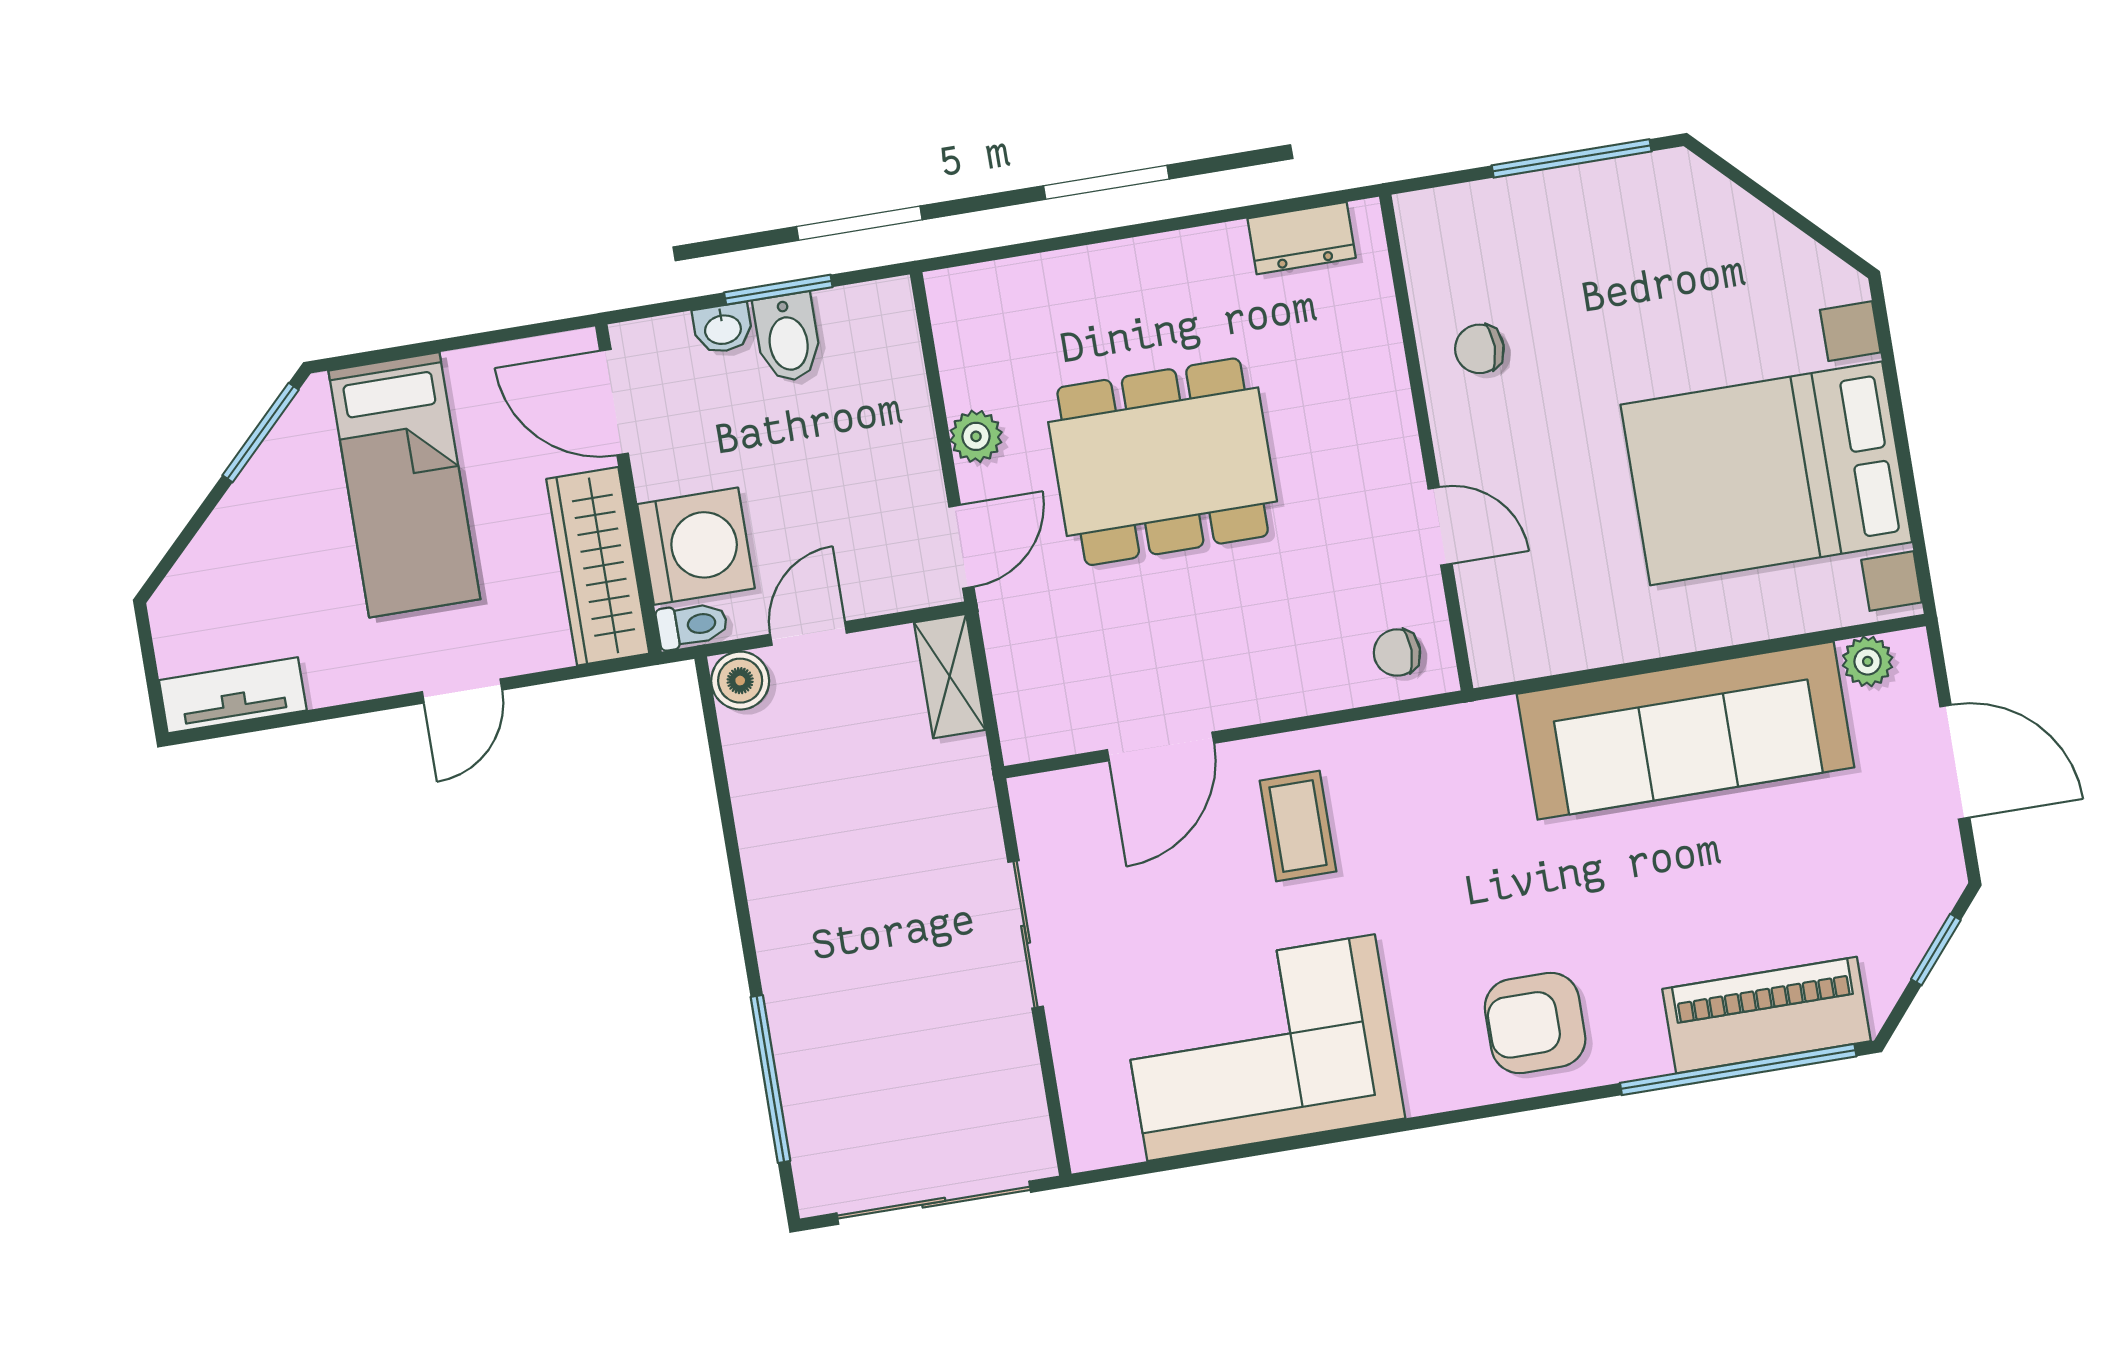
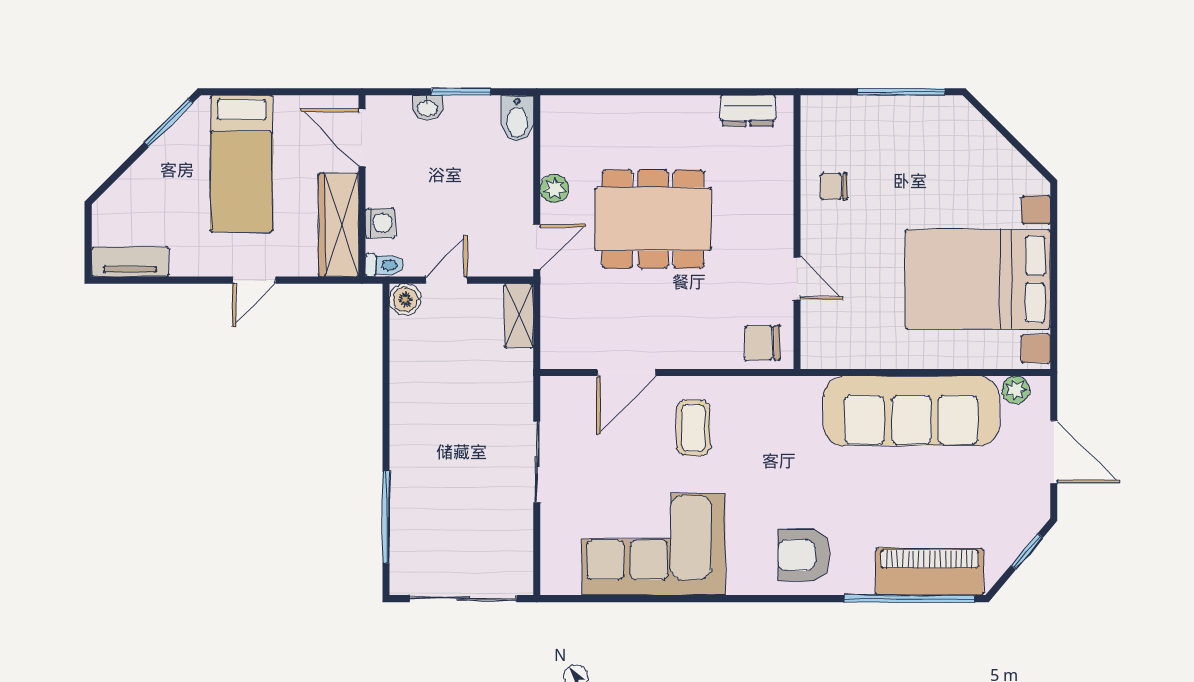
bidet: (788, 338) -> (517, 118), moved
washing machine: (696, 546) -> (380, 223), width x0.53, depth x0.53
chair: (1397, 653) -> (762, 343), width x1.37, depth x1.37

